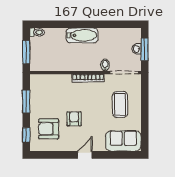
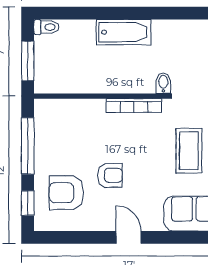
window: (26, 102) -> (28, 146), width x1.44
armchair: (74, 119) -> (110, 175), turned 90
door: (85, 155) -> (129, 237), hinge flipped

